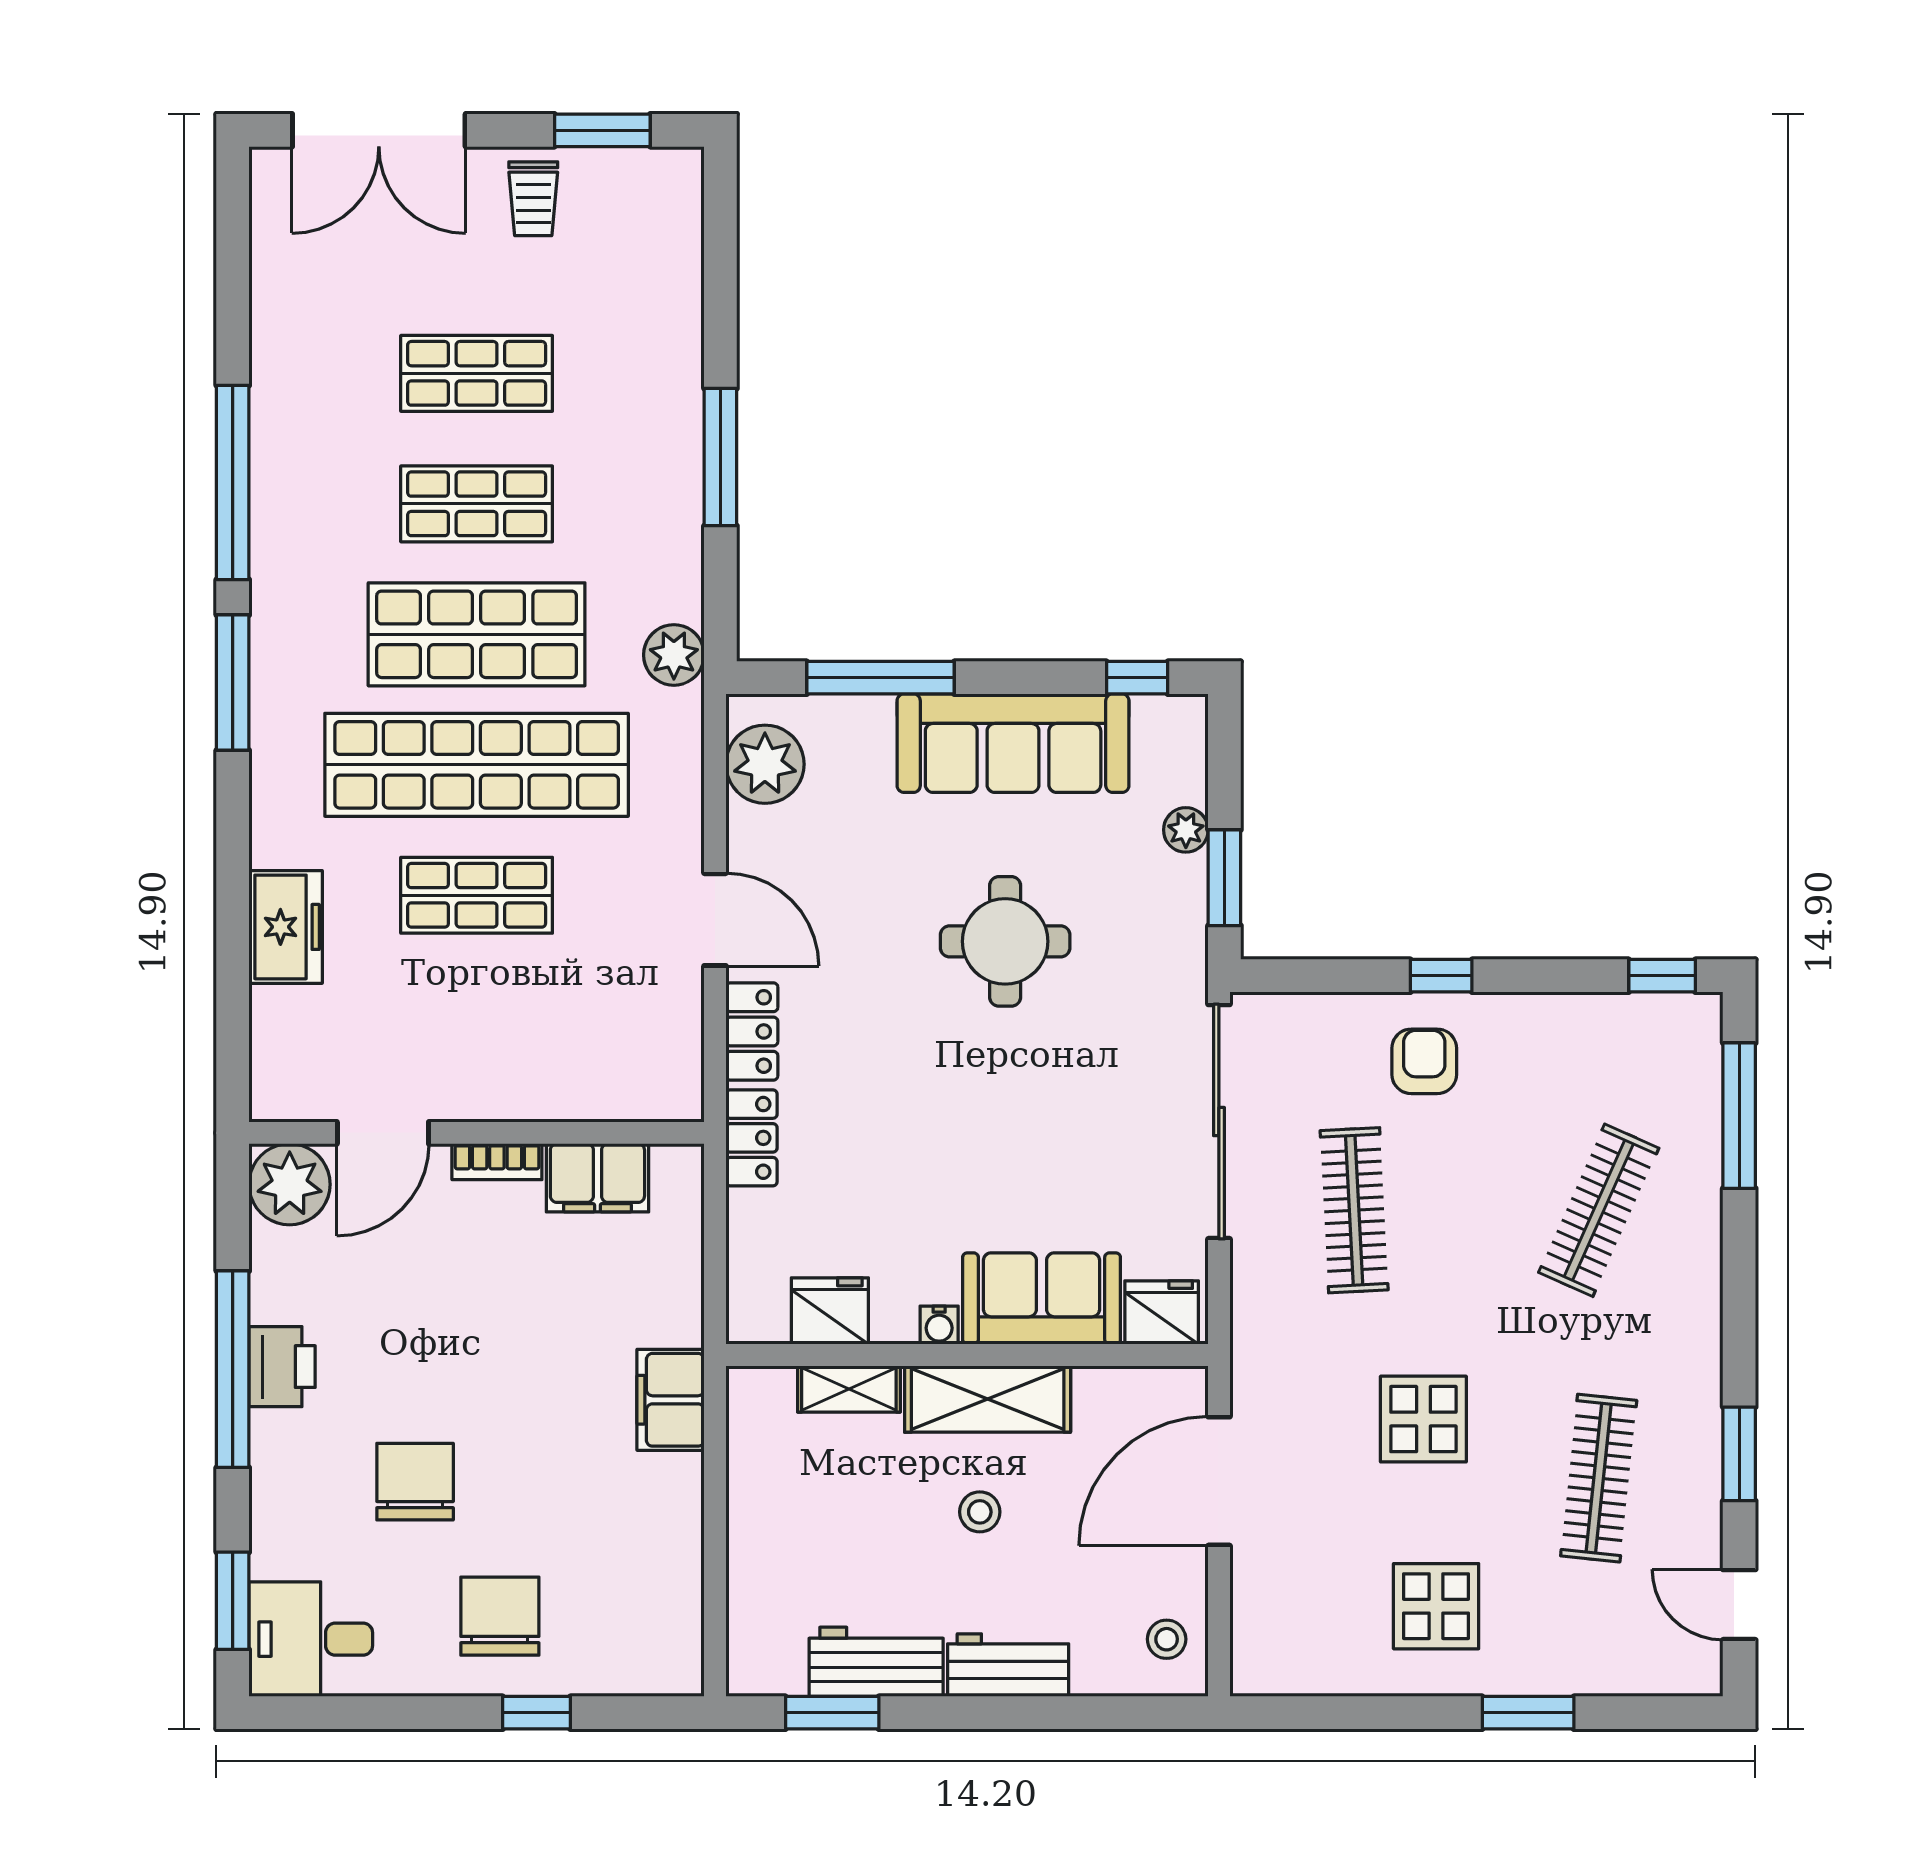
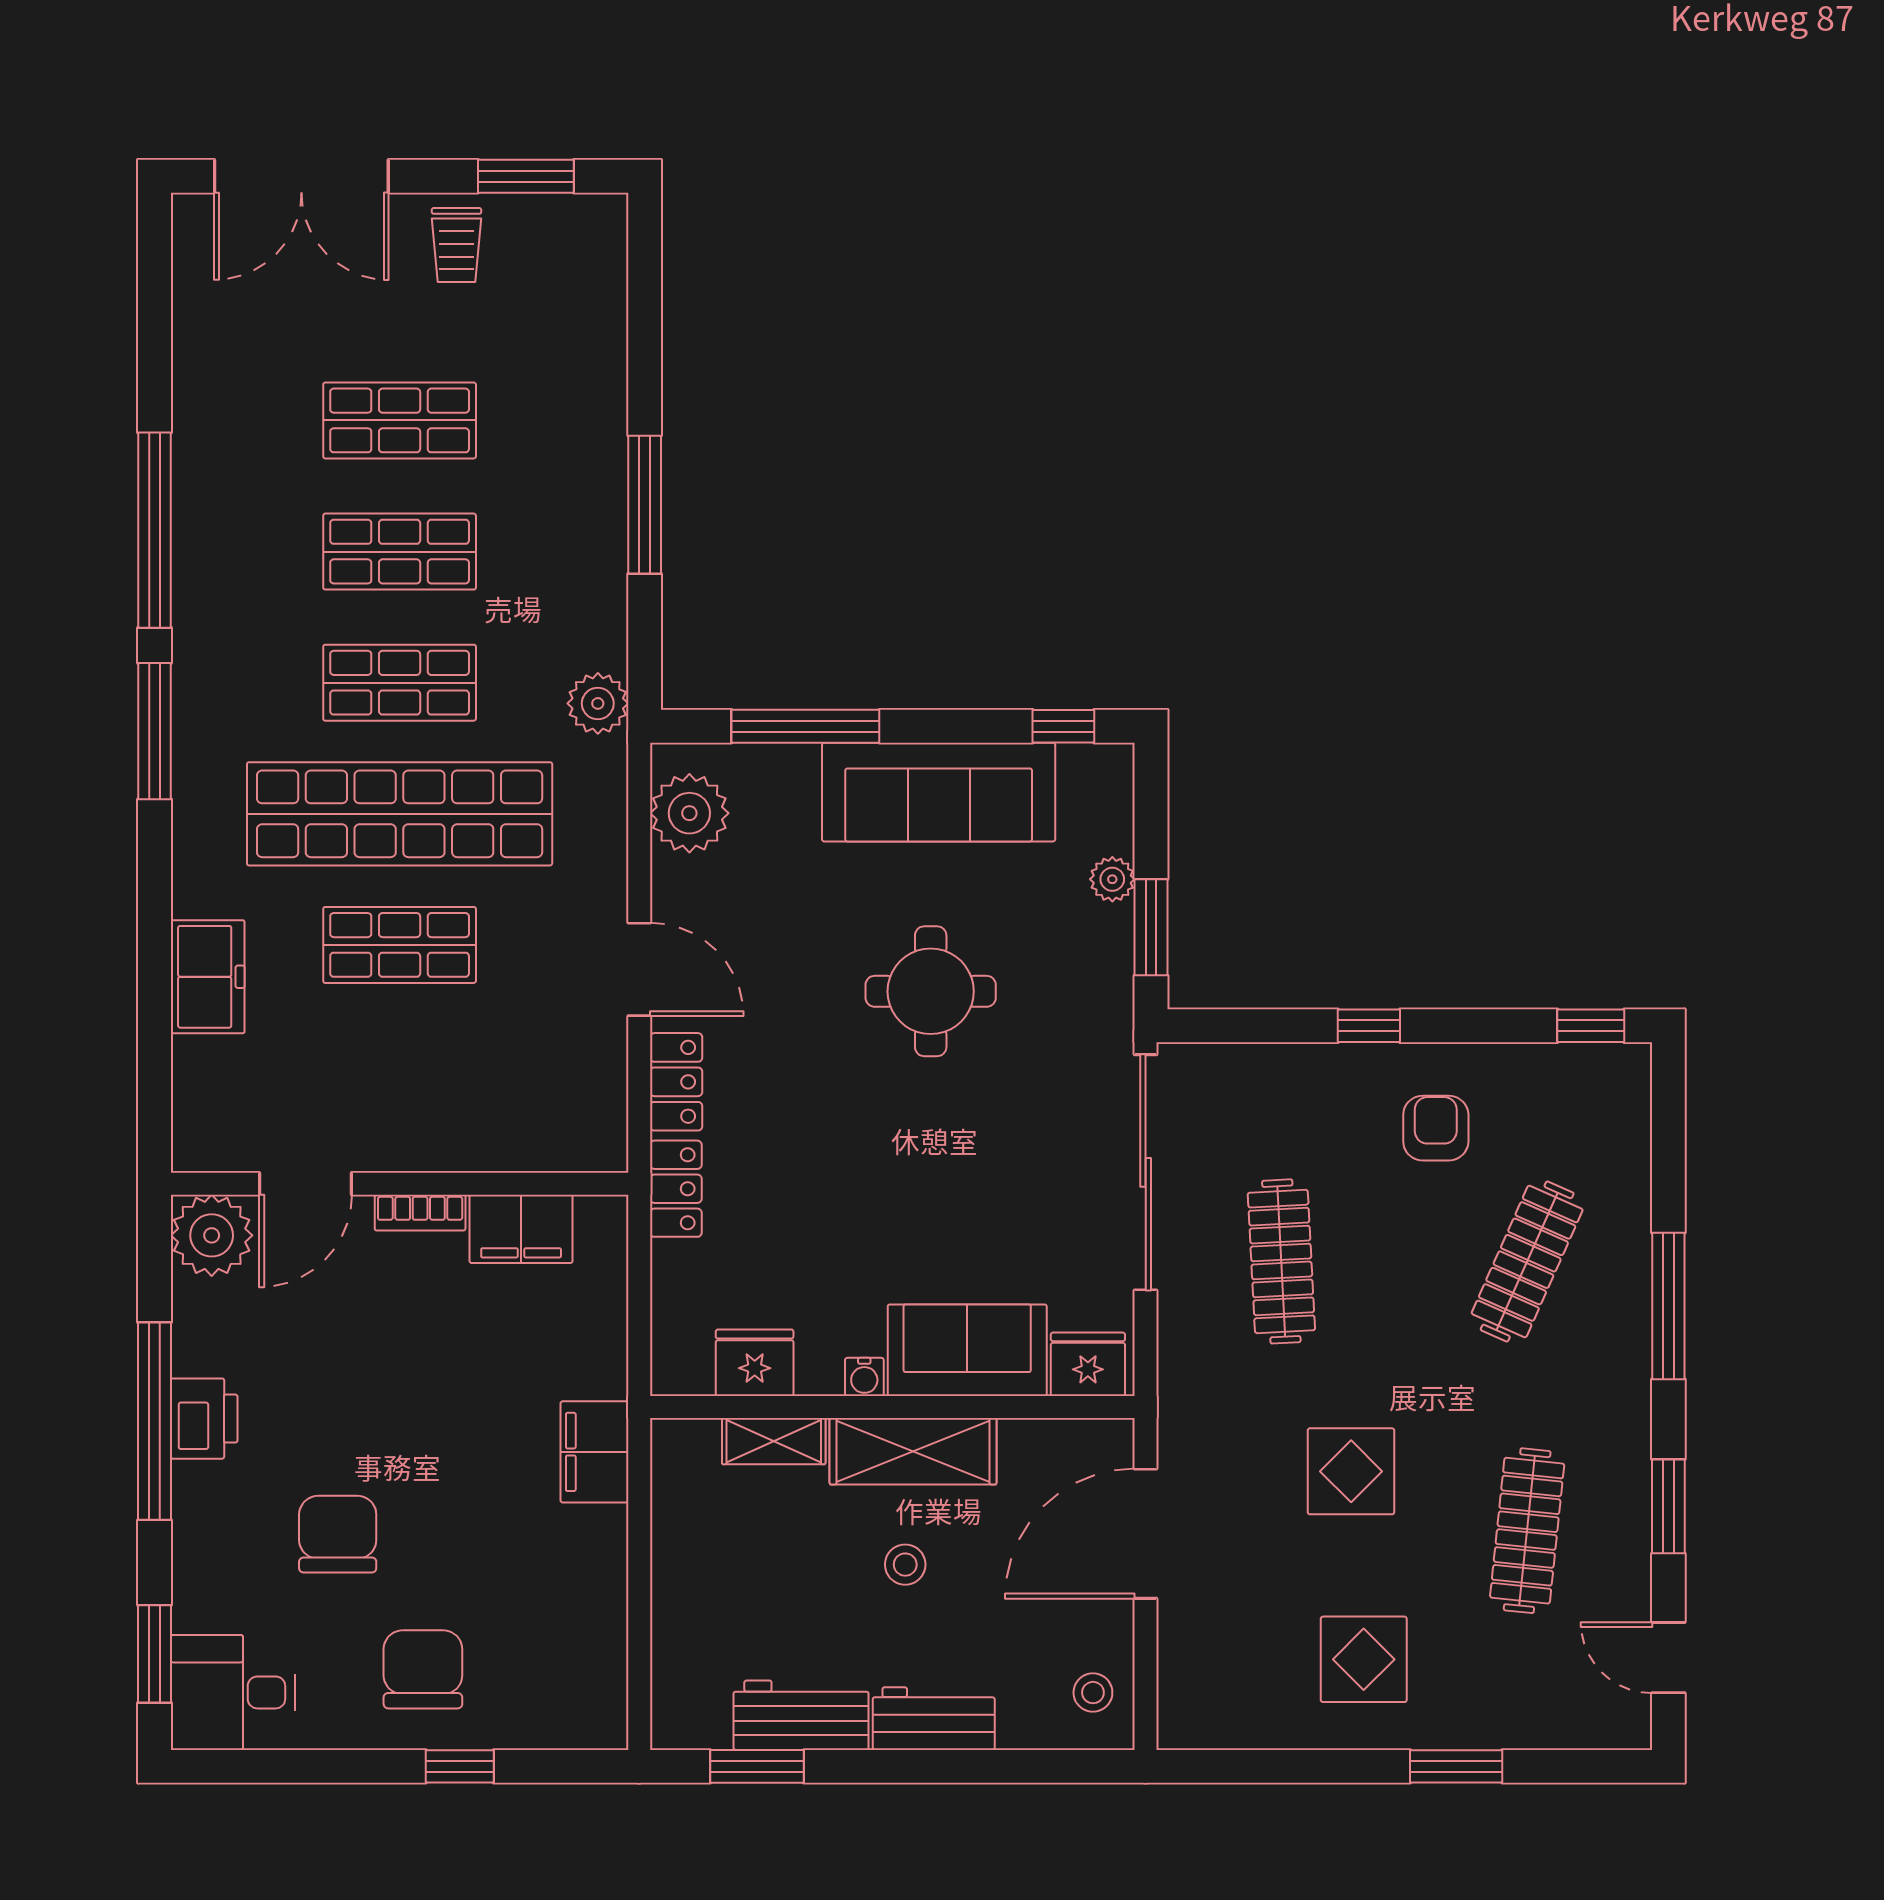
shop shelf: (477, 634) -> (400, 683), width x0.70, depth x0.74
armchair: (1424, 1061) -> (1436, 1128), moved
window: (1739, 1116) -> (1668, 1306), moved

